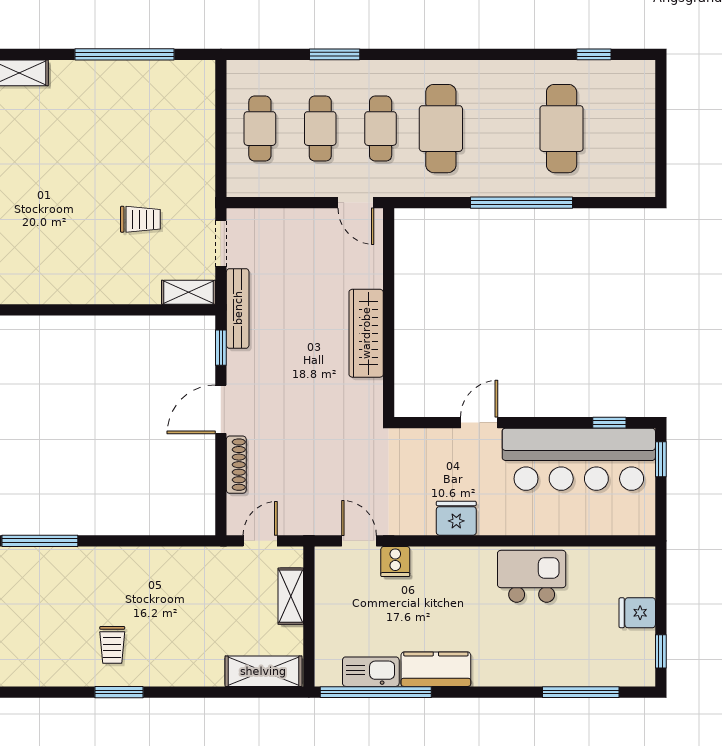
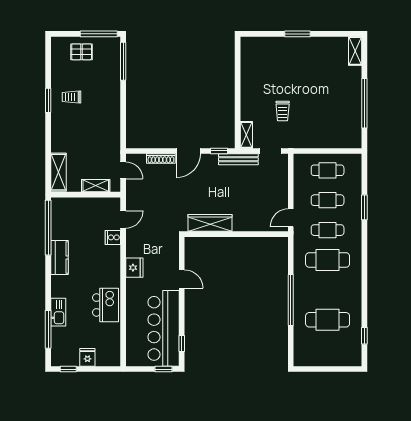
wardrobe: (366, 333) -> (210, 223), moved
door: (221, 409) -> (188, 151), swing flipped
pallet: (21, 625) -> (82, 52), added
kitchen sink: (371, 672) -> (58, 312), moved

